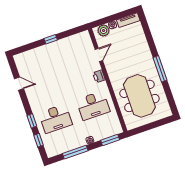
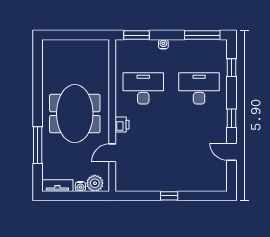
window: (160, 69) -> (38, 145), moved
meeting table: (139, 96) -> (75, 114), moved
window: (32, 121) -> (231, 118), moved
window: (75, 152) -> (202, 35), moved

